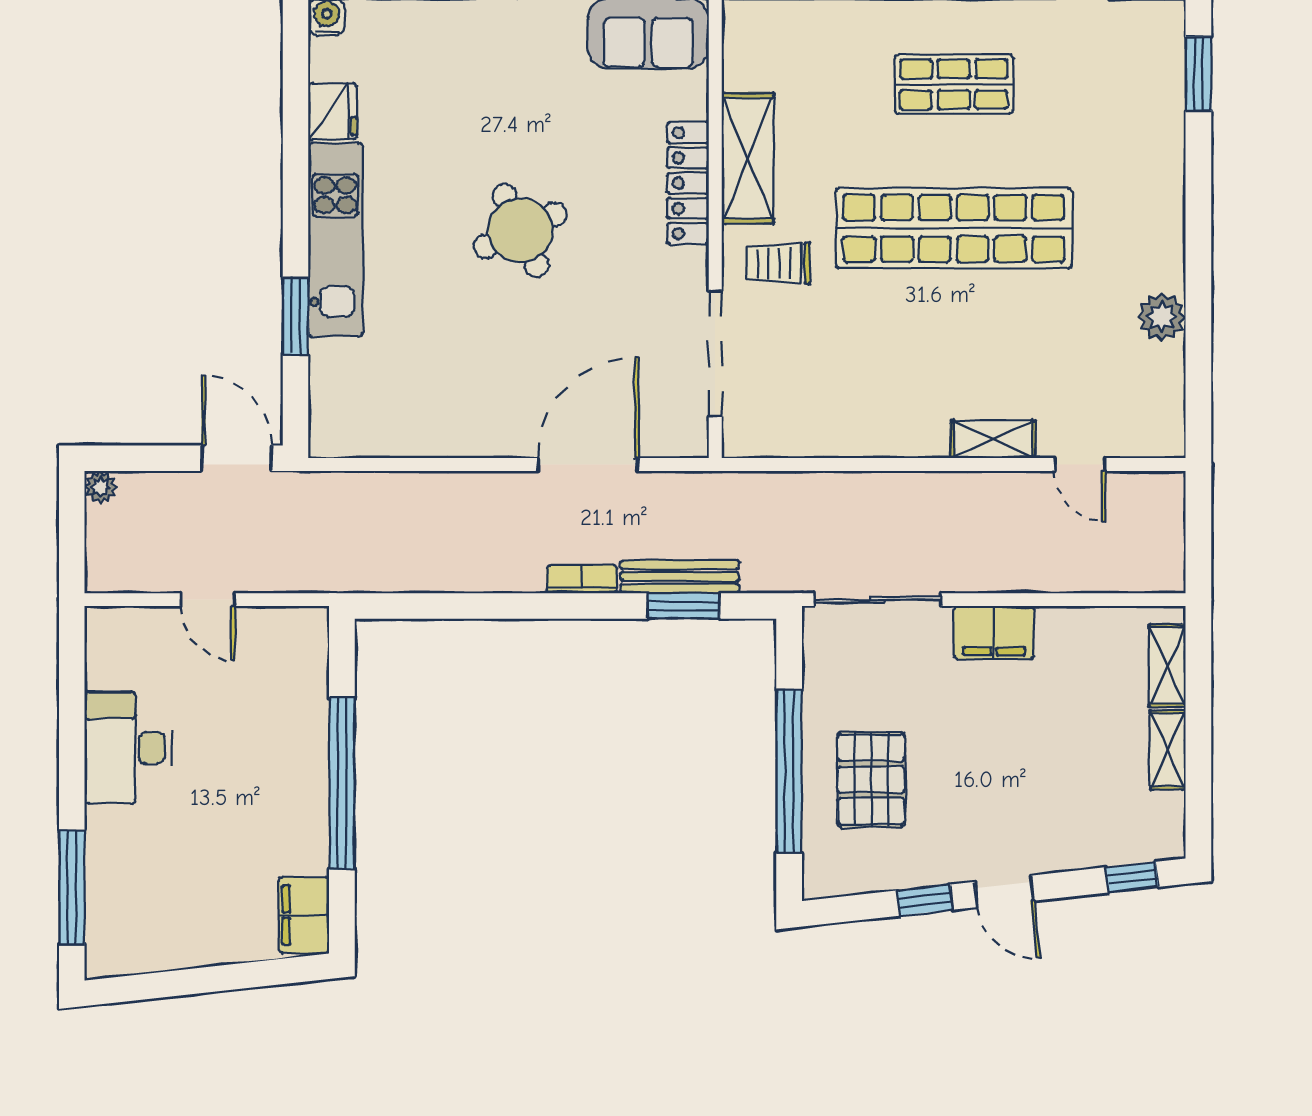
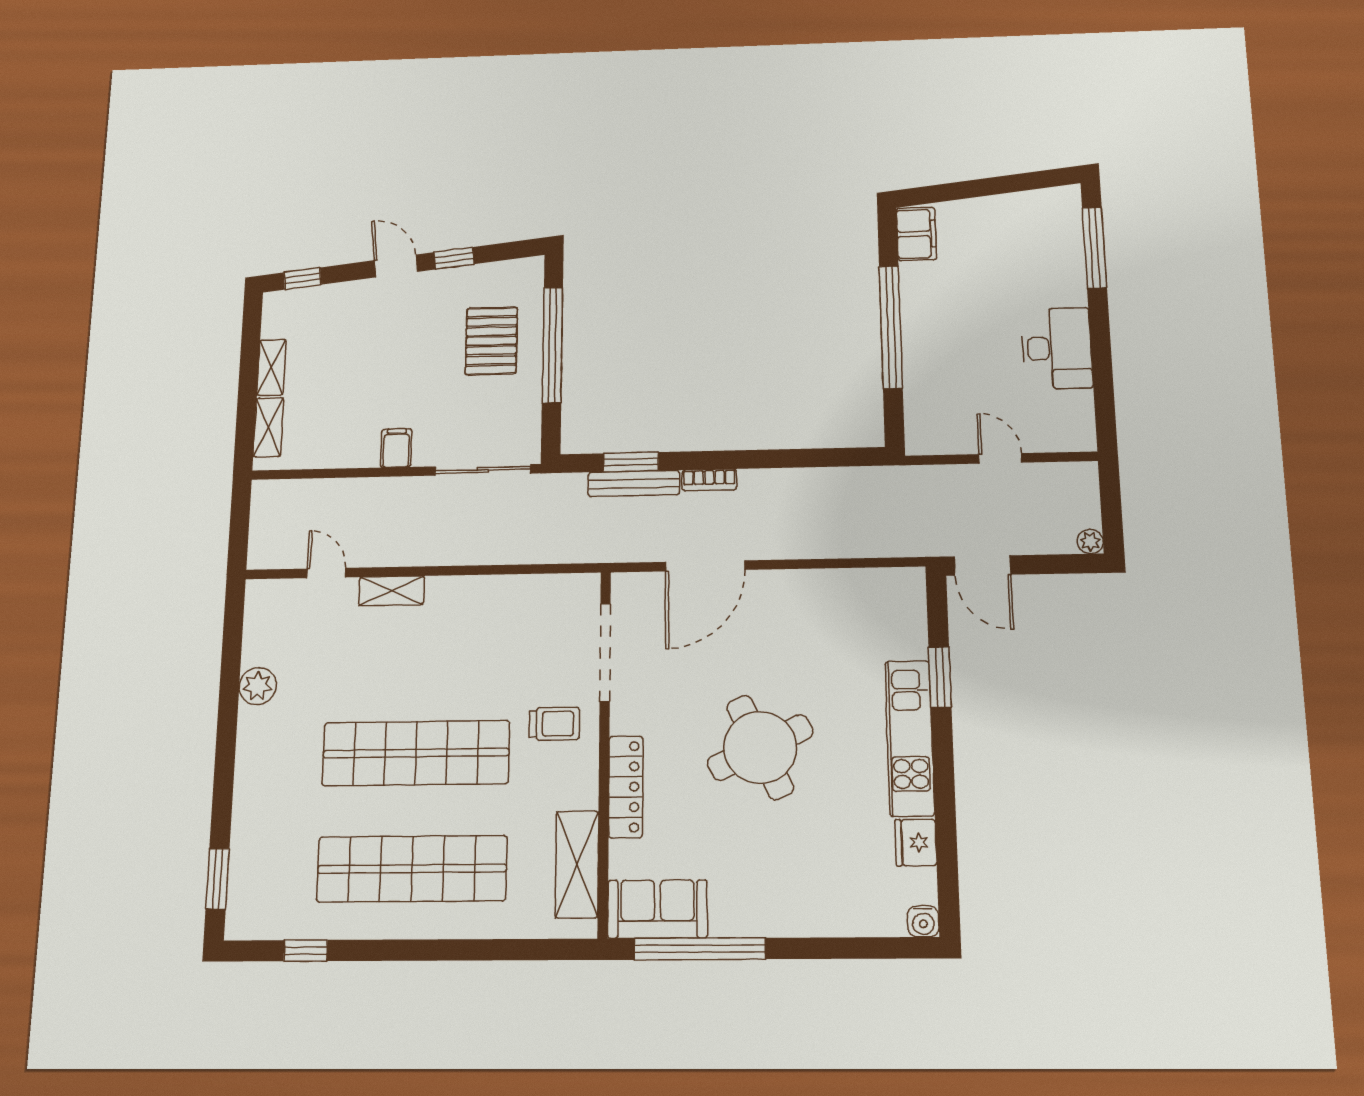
shop shelf: (954, 84) -> (412, 869), width x2.00, depth x1.36
shelving: (748, 158) -> (577, 864), moved
round table: (520, 230) -> (760, 747), width x1.36, depth x1.36
filing cabinet: (994, 633) -> (396, 448), width x0.50

